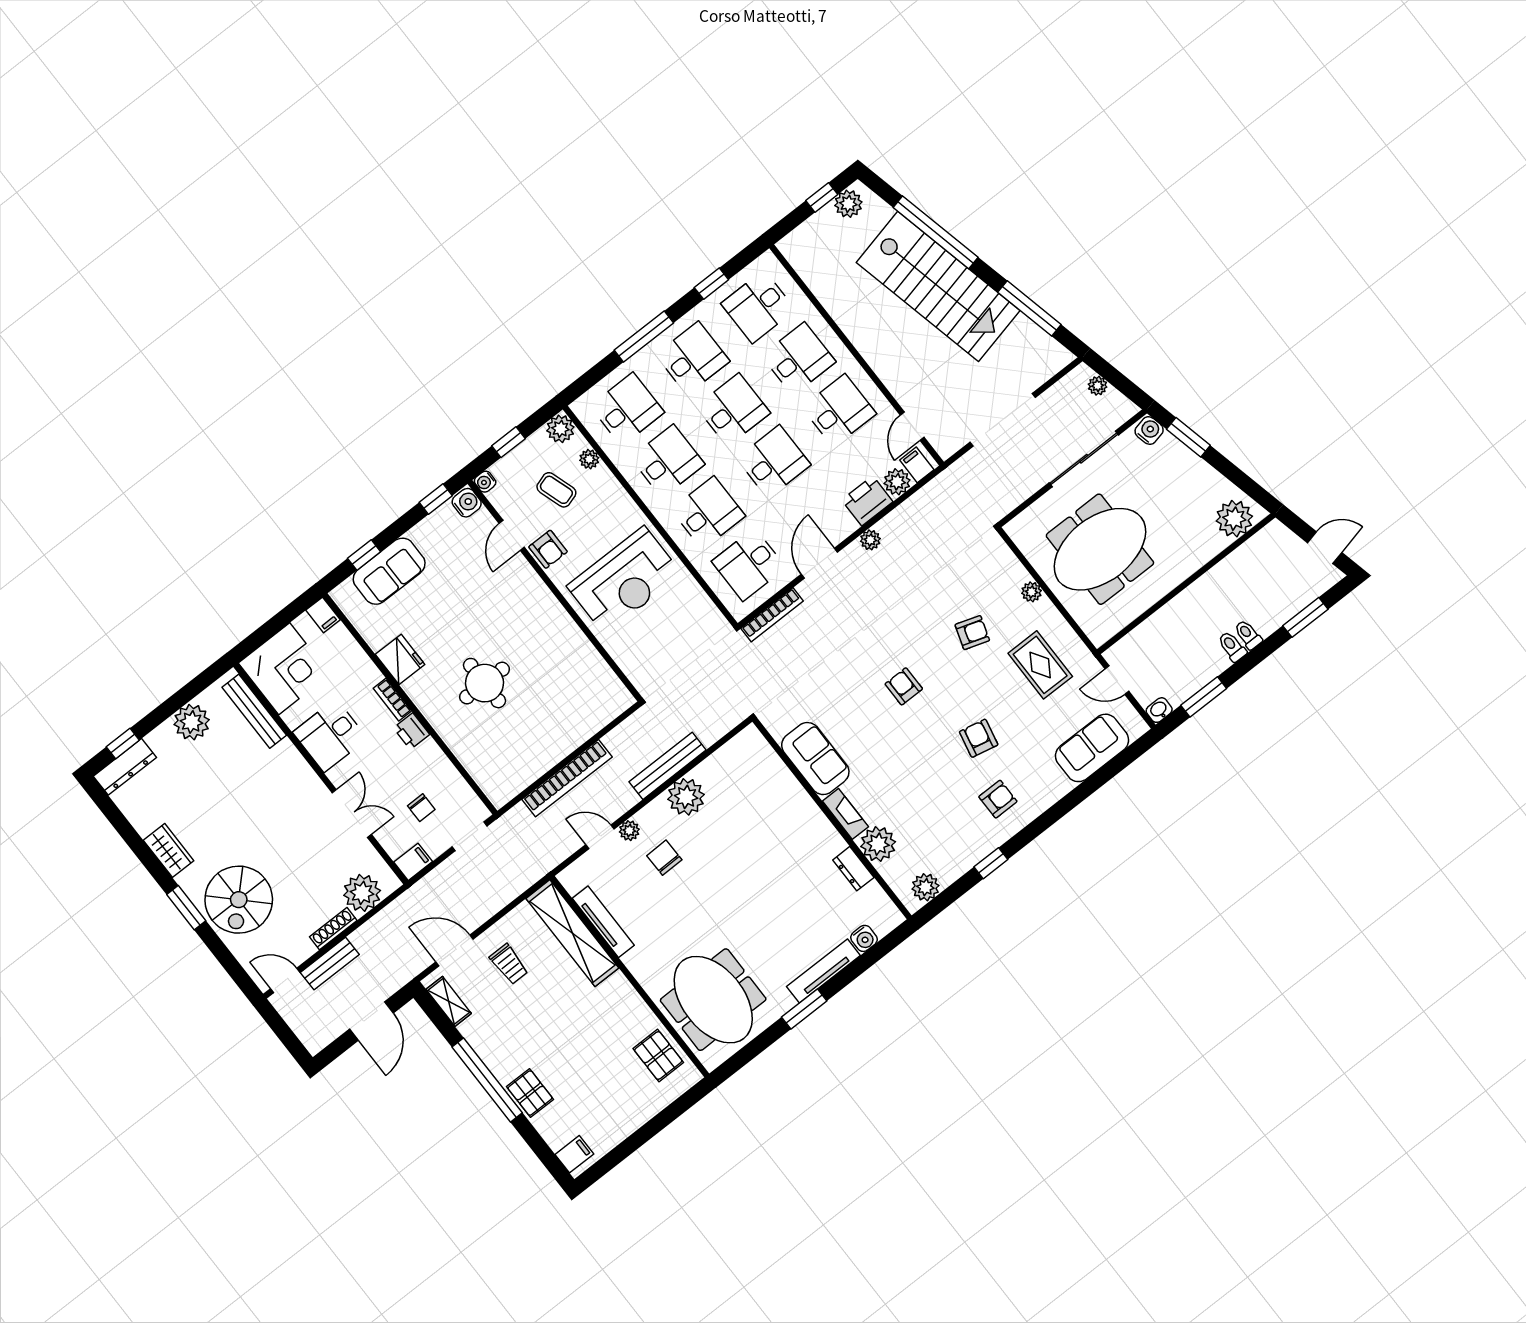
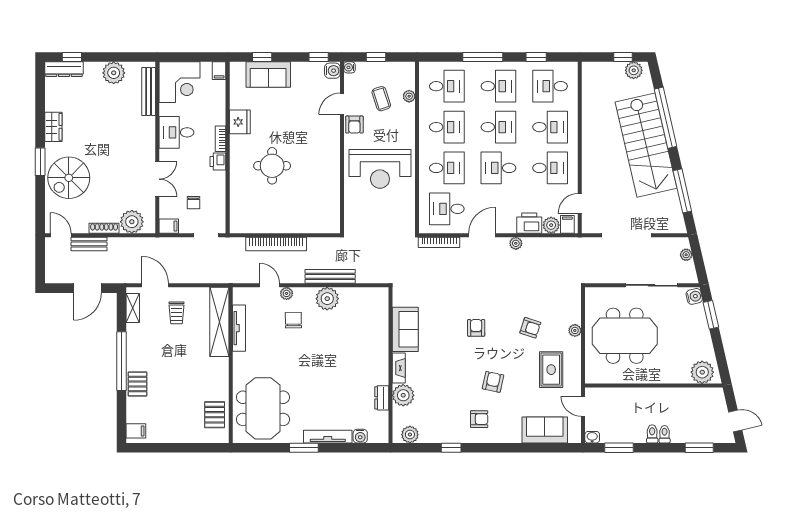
plant: (560, 429) -> (407, 70), removed
desk: (774, 462) -> (498, 168), turned 180

